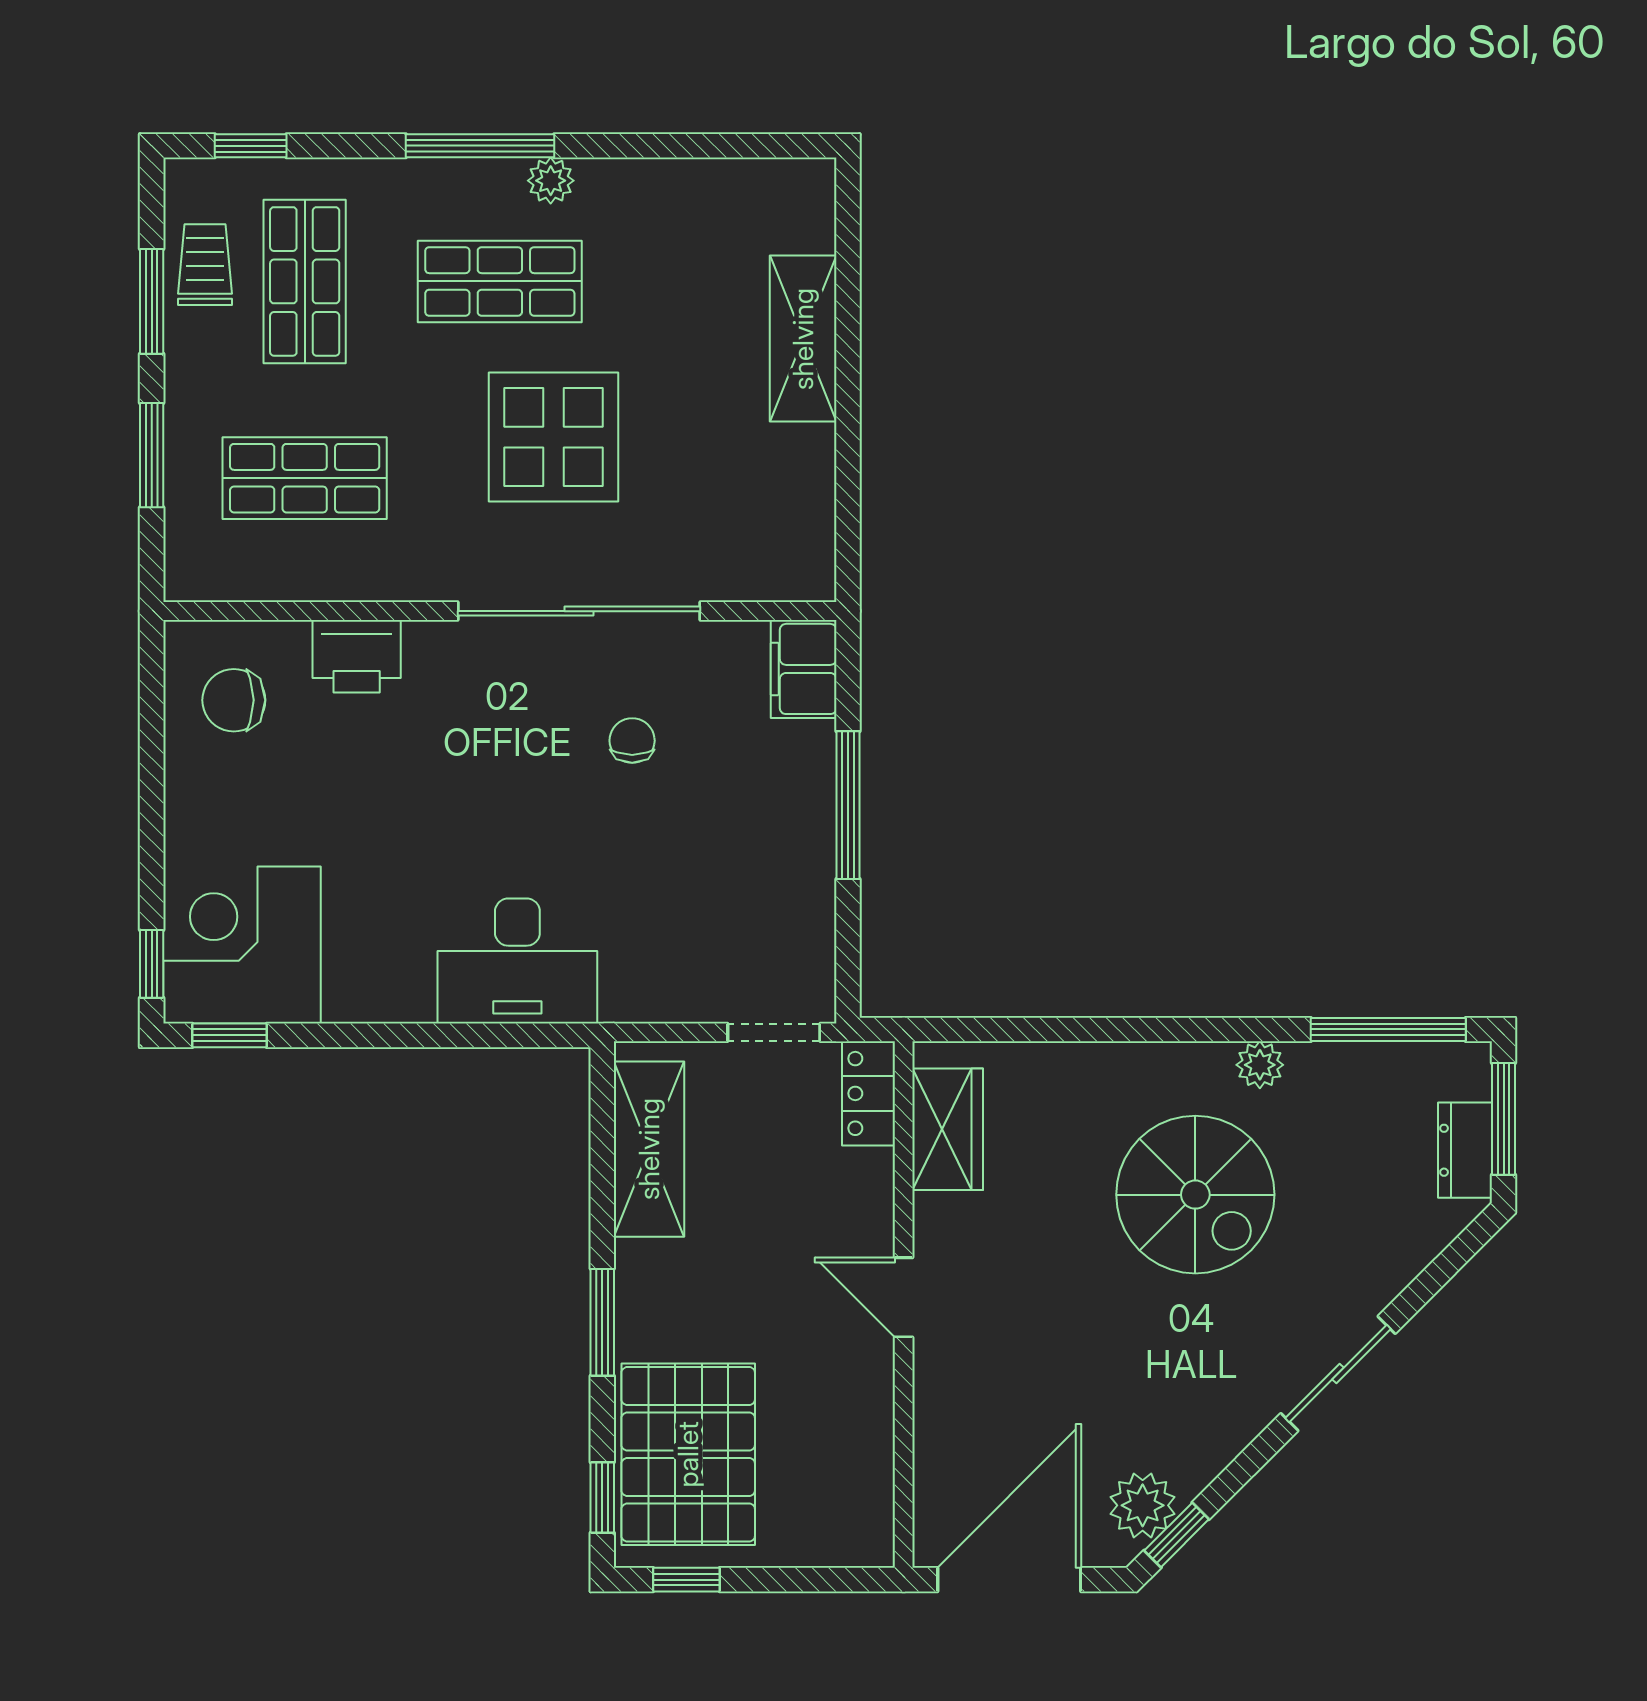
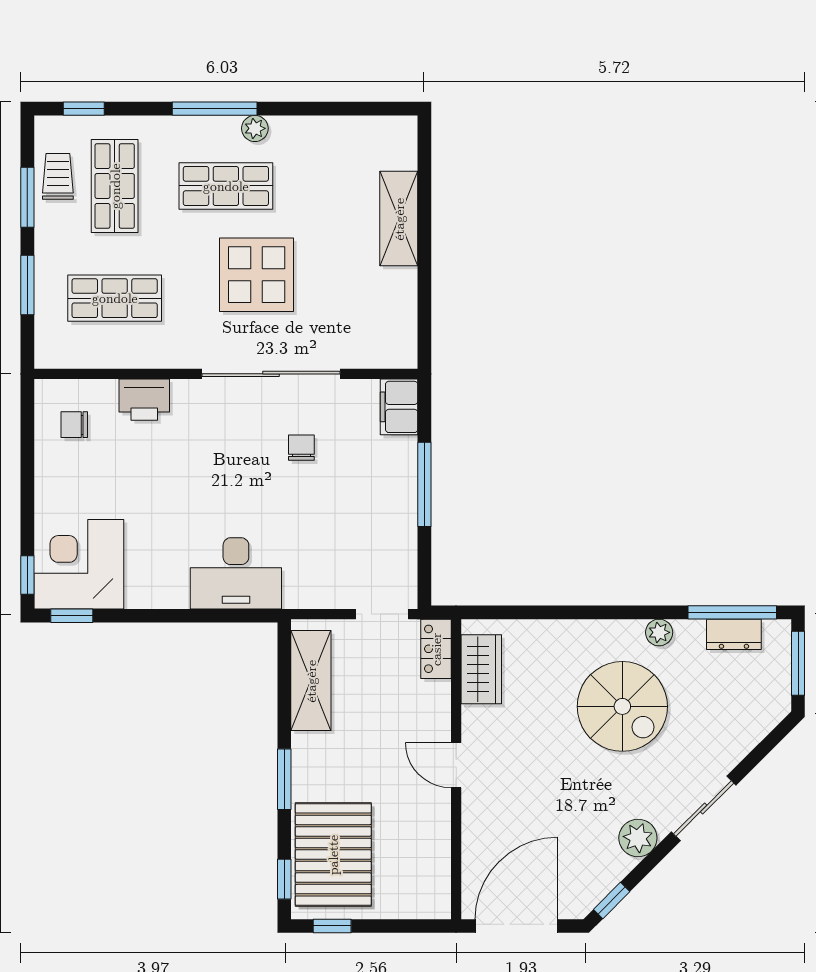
chair: (234, 700) -> (74, 425), width x0.73, depth x0.73
dresser: (1465, 1150) -> (734, 634), moved, turned -90
plant: (1143, 1505) -> (638, 838), moved

